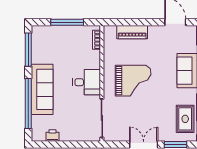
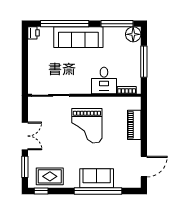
floor lamp: (39, 33) -> (133, 34), added
desk: (87, 82) -> (104, 80), moved
printer: (52, 136) -> (34, 33), moved

